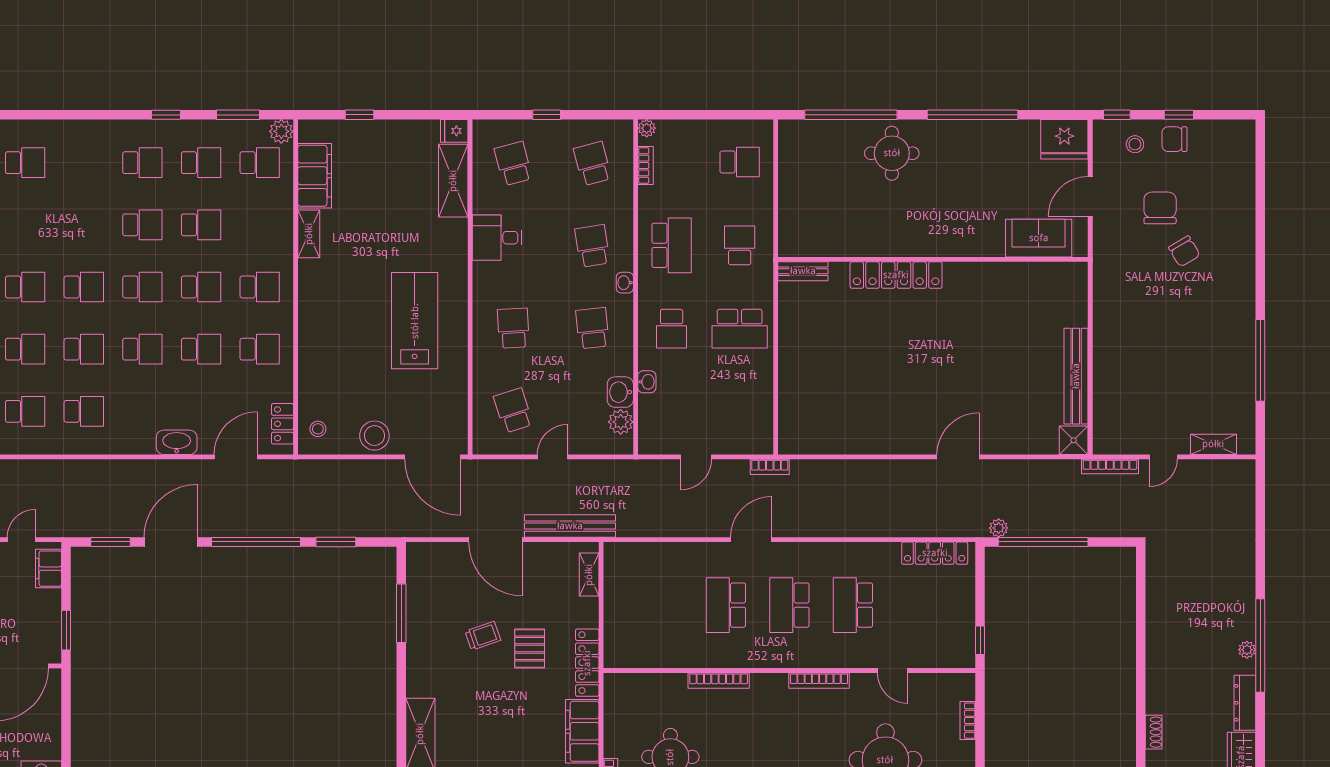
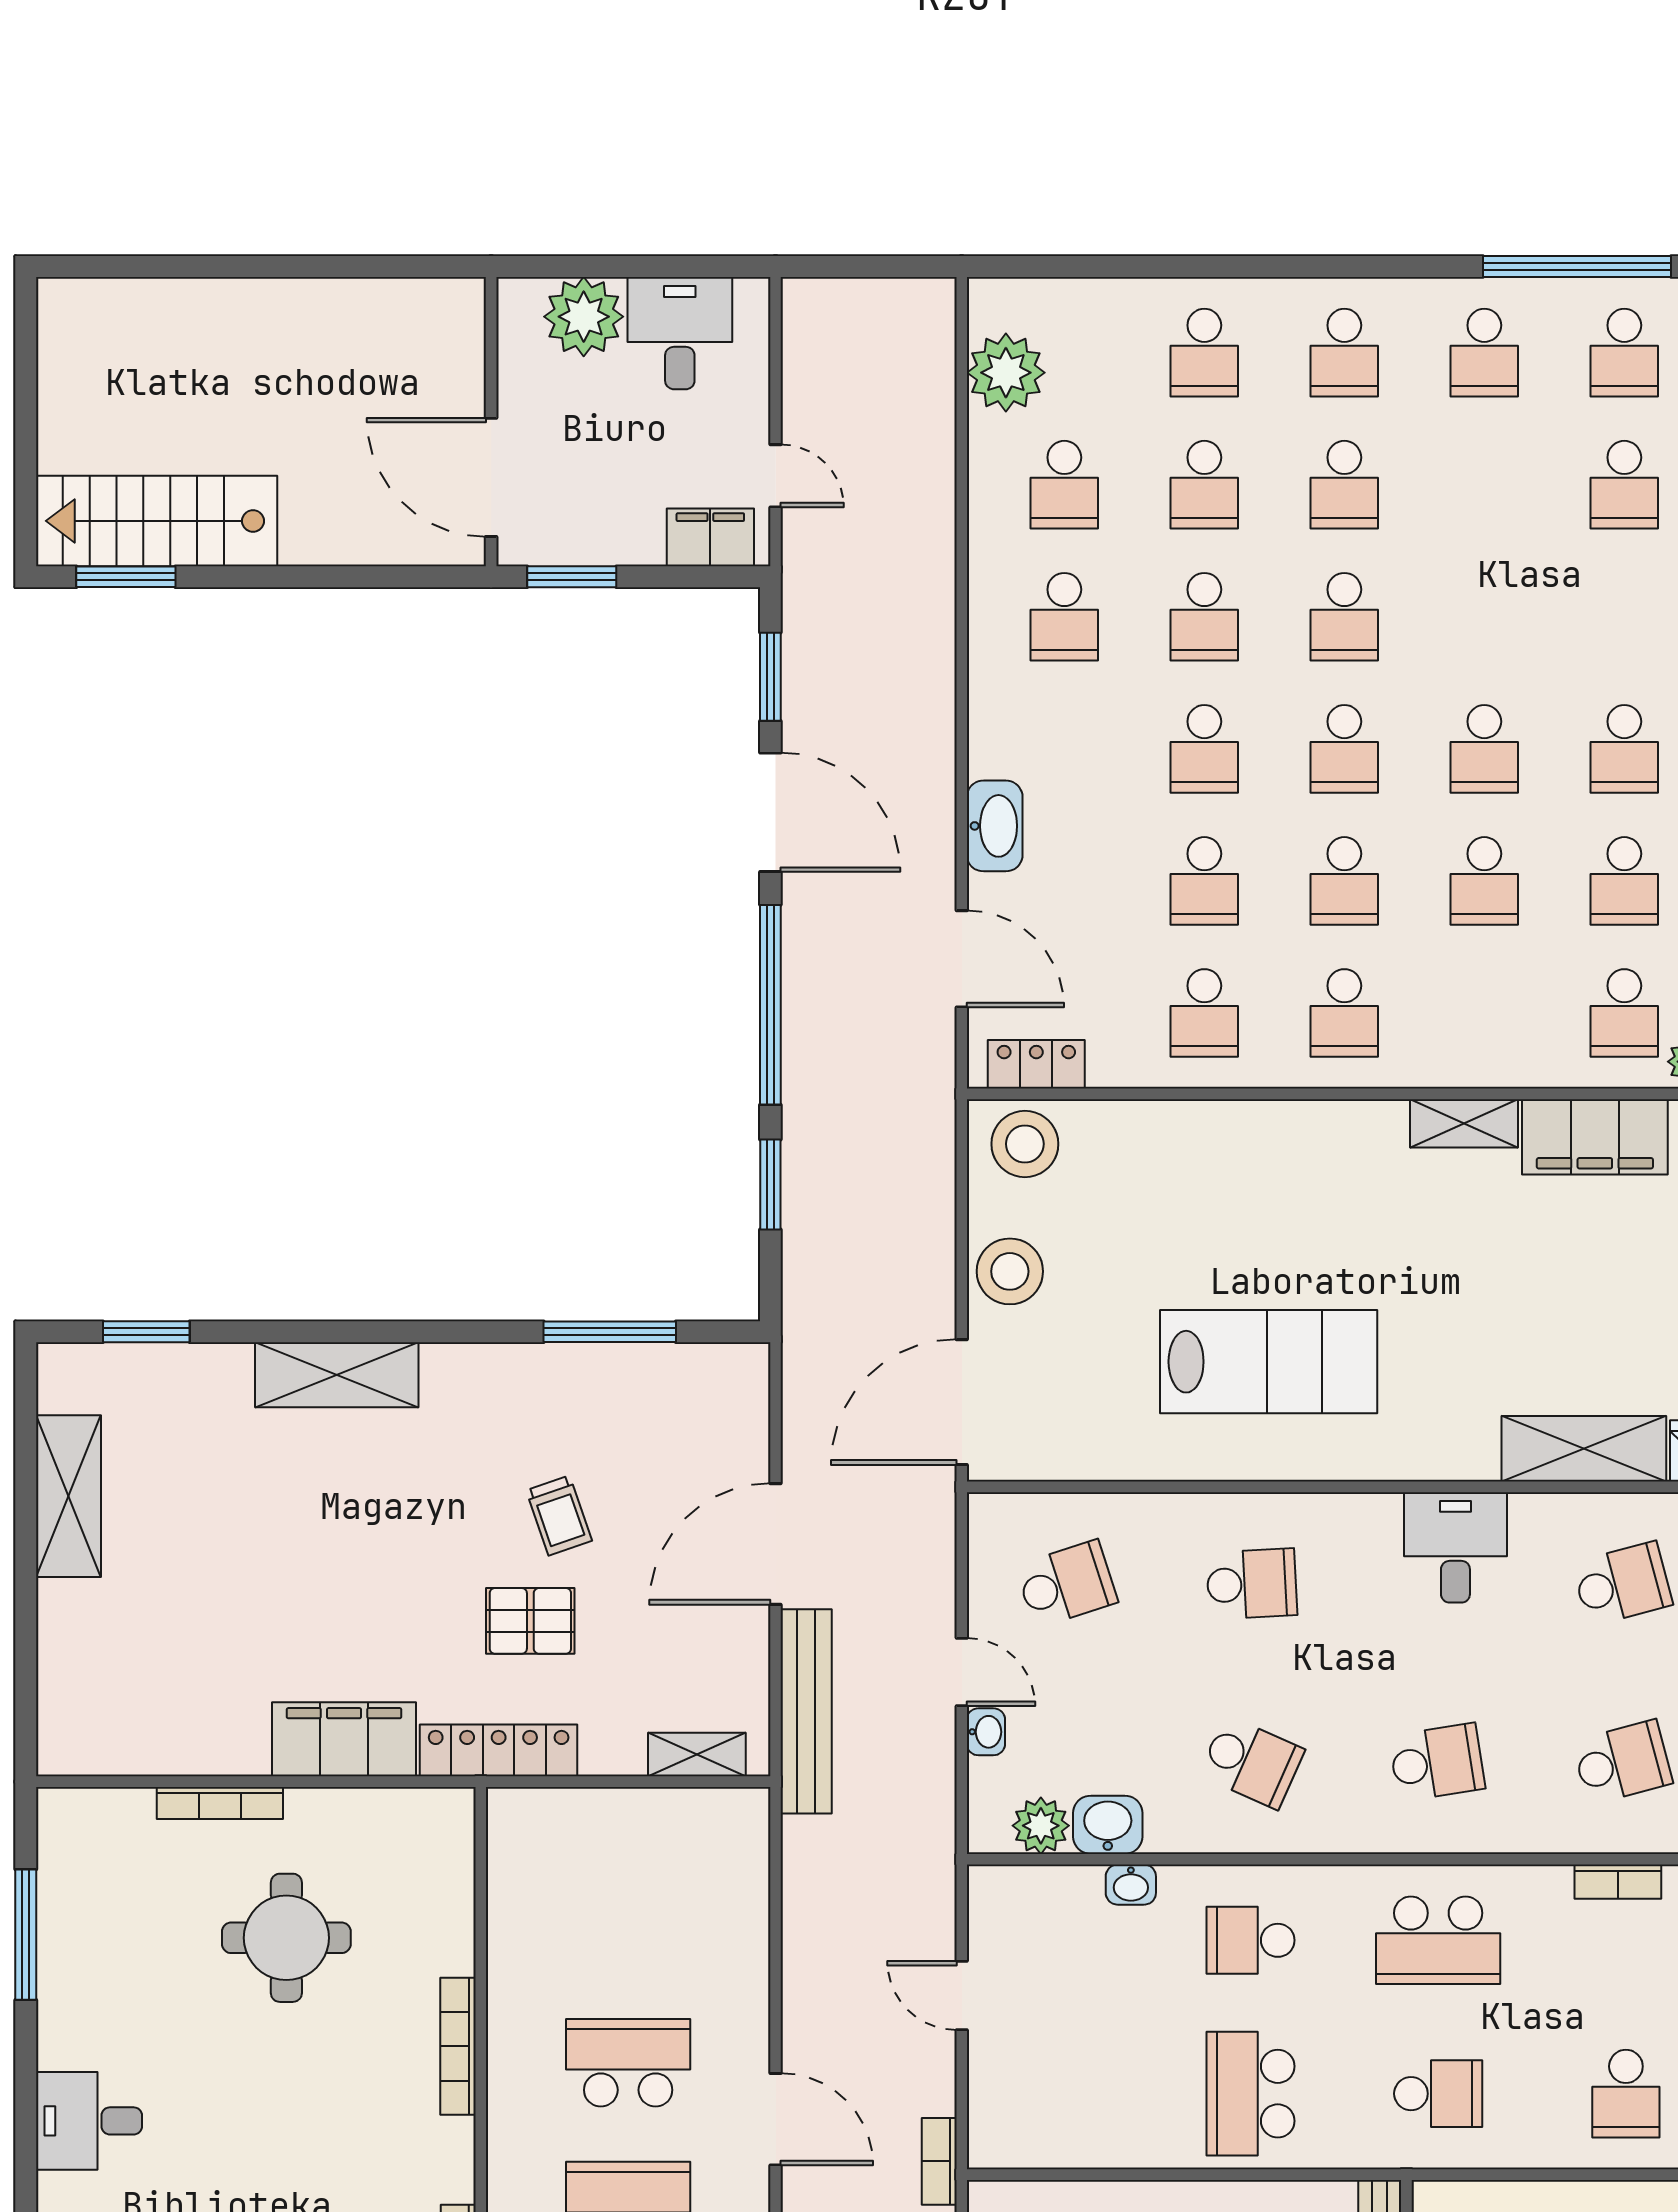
washbasin: (625, 283) -> (986, 1732), moved, turned 90
school desk: (592, 328) -> (1252, 1762), turned 30
stool: (318, 429) -> (1025, 1144), width x1.89, depth x1.89

